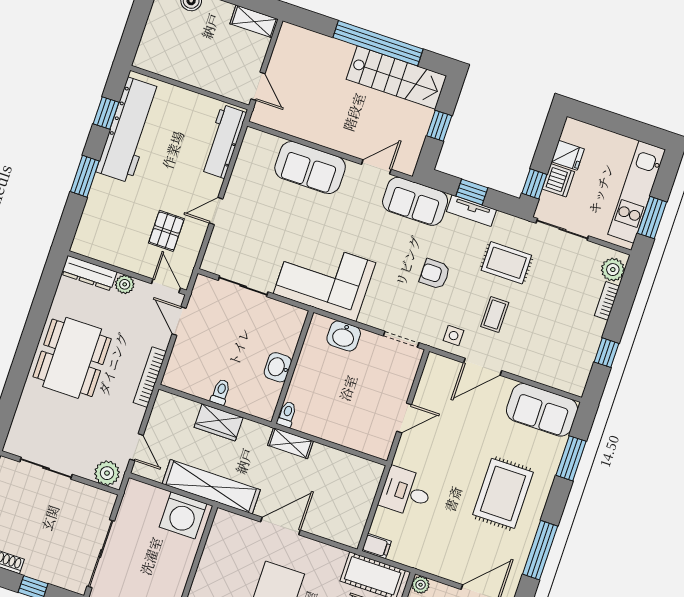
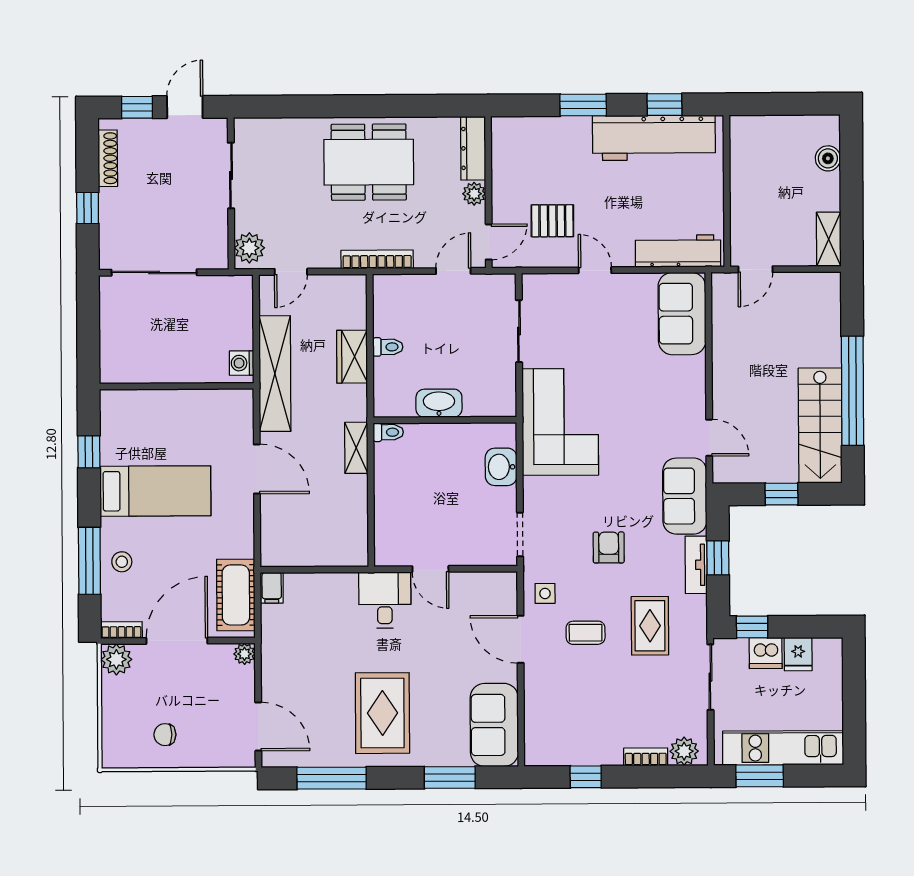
sofa: (310, 168) -> (682, 314), moved
washbasin: (278, 367) -> (439, 403), width x1.38
desk: (406, 492) -> (385, 600), moved
rug: (503, 493) -> (382, 713), turned 90
washing machine: (183, 515) -> (241, 363), width x0.53, depth x0.53

